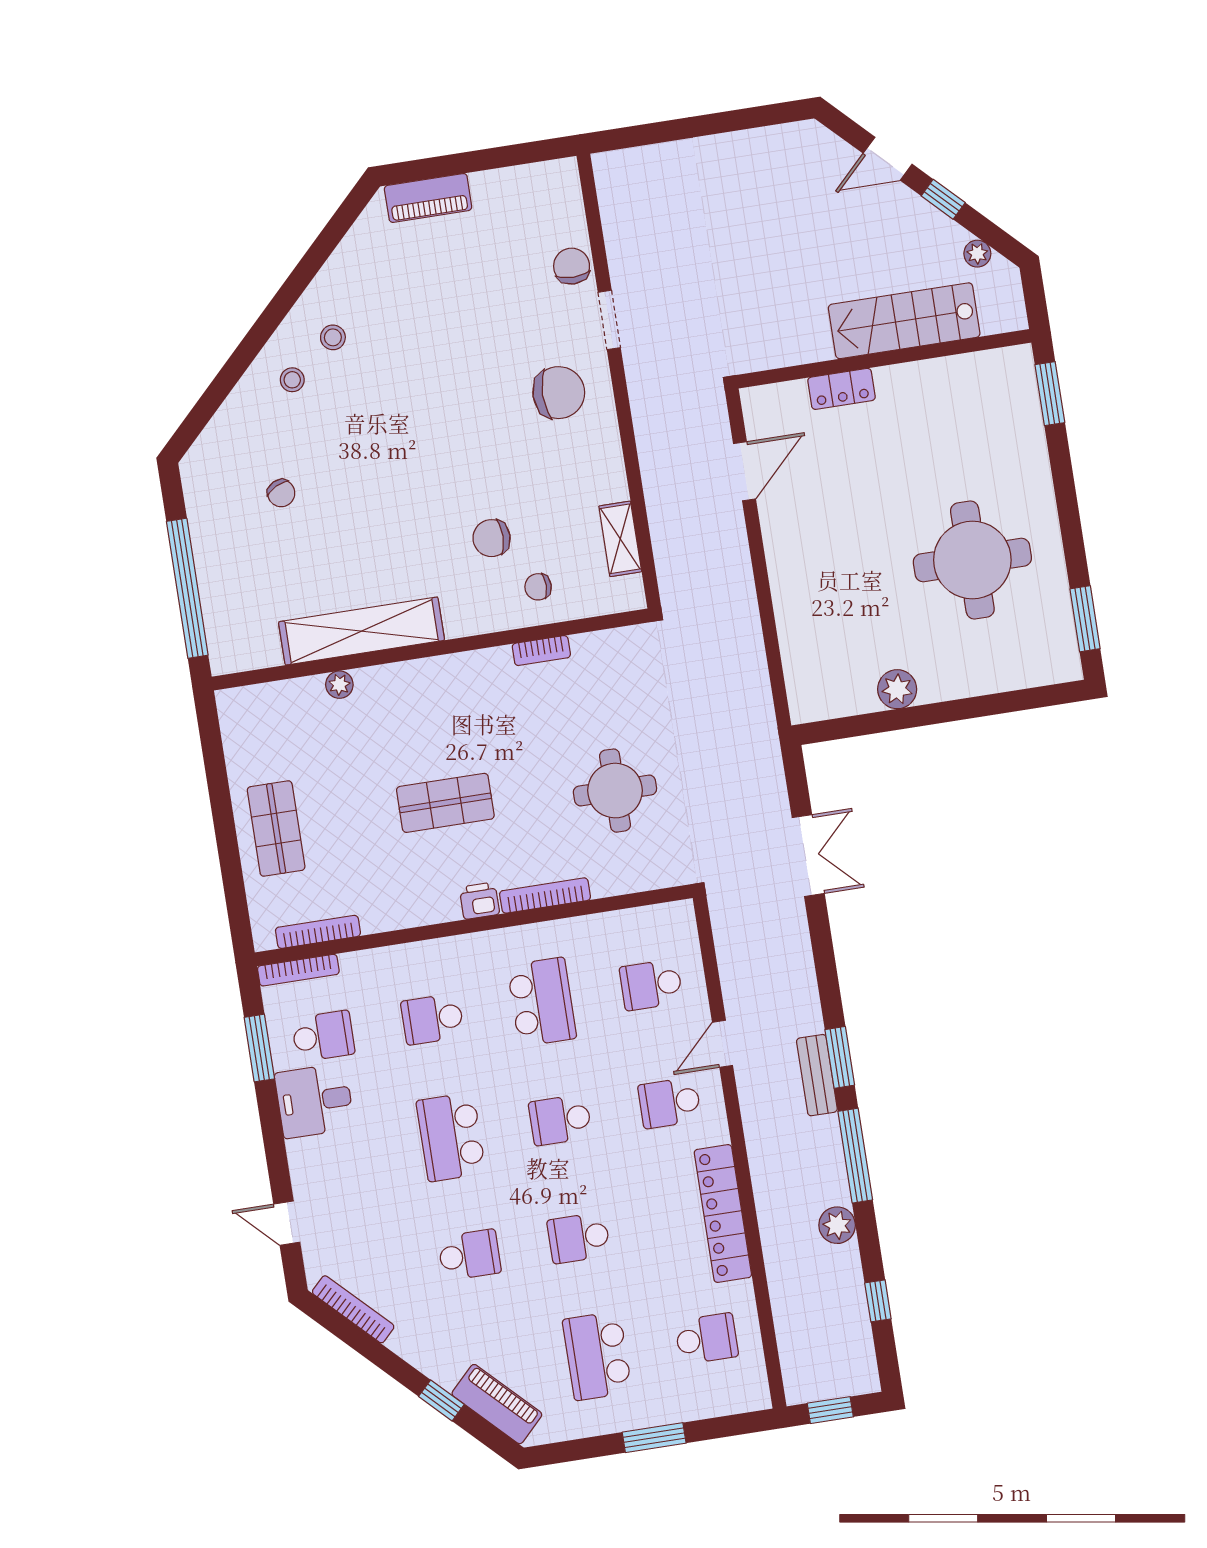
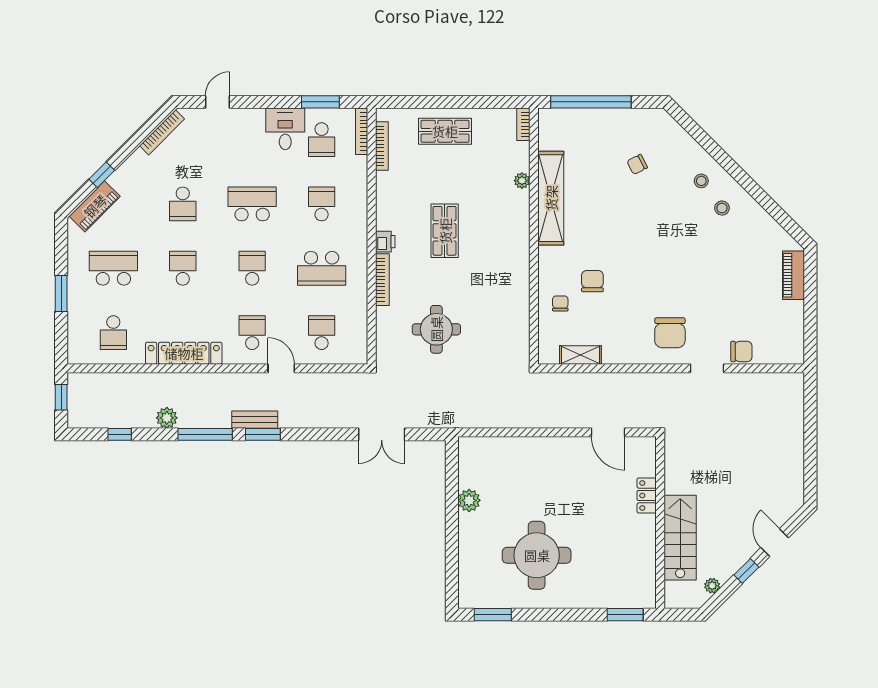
bookcase: (541, 651) -> (523, 124), moved

